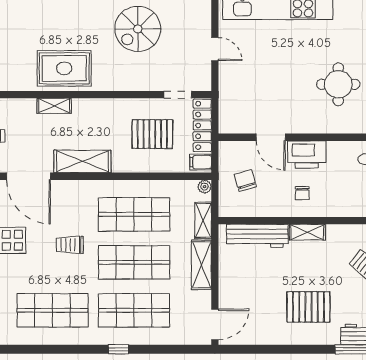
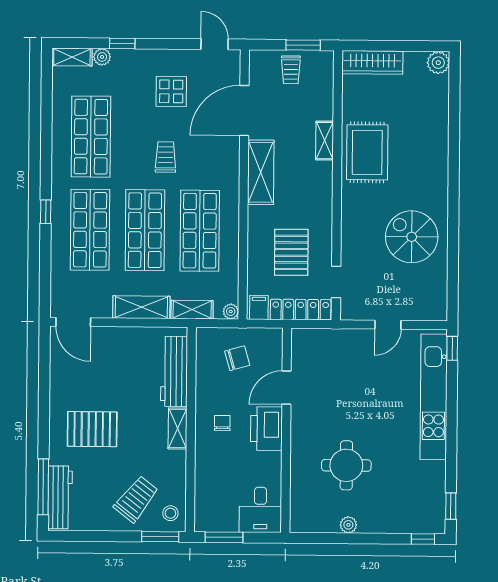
chair: (302, 193) -> (222, 423), turned 90
pallet: (308, 307) -> (92, 429), turned 90

